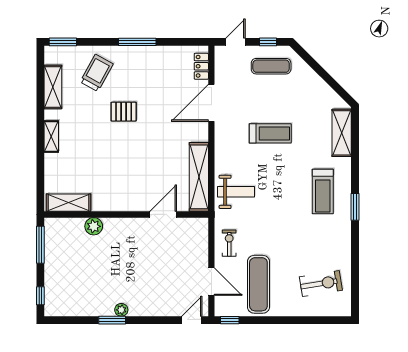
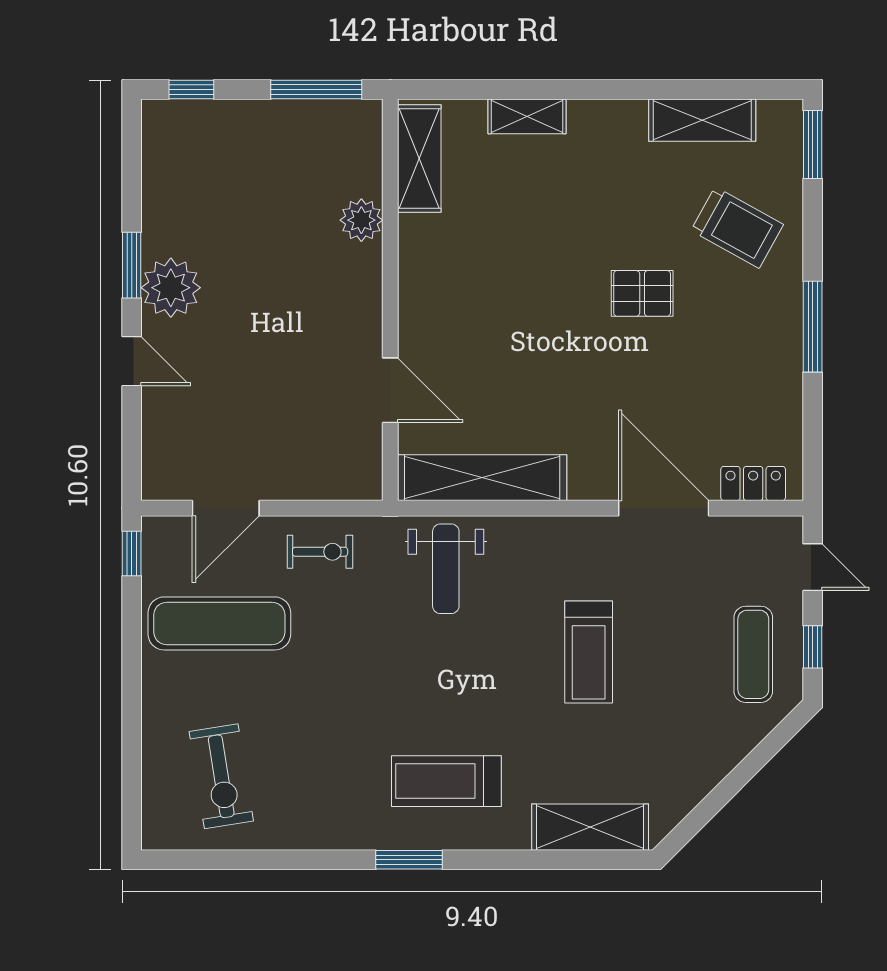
pallet: (124, 112) -> (642, 293), turned 90
shelving: (51, 137) -> (527, 116), moved
plant: (121, 310) -> (171, 288), width x1.88, depth x1.88
door: (192, 320) -> (132, 361), moved

